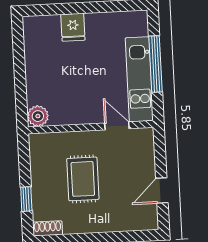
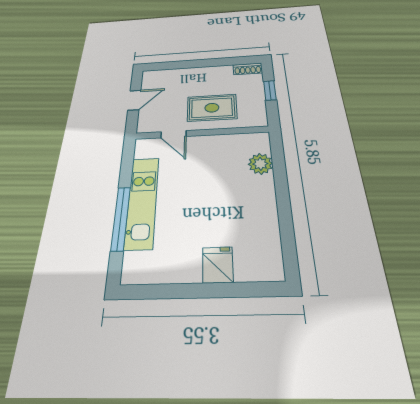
door: (117, 126) -> (174, 134), moved
wall: (91, 127) -> (201, 133), moved
rug: (83, 179) -> (212, 108), turned 90

